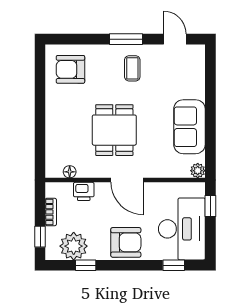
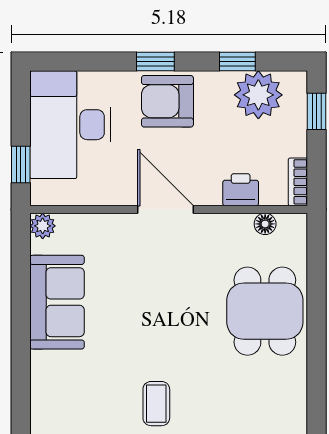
armchair: (70, 69) -> (264, 402), removed
dining table: (114, 130) -> (265, 311), moved
bookcase: (51, 212) -> (298, 182), moved
window: (174, 265) -> (155, 62), moved

